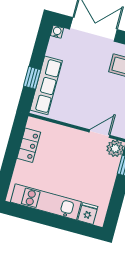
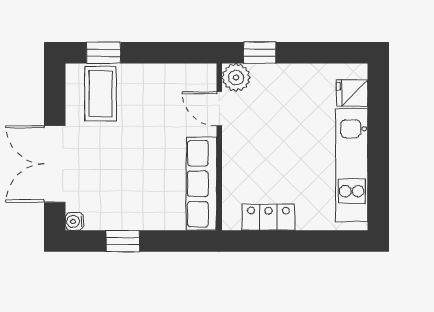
window: (32, 78) -> (123, 241), moved
row of seats: (46, 85) -> (201, 184), moved, turned -90

